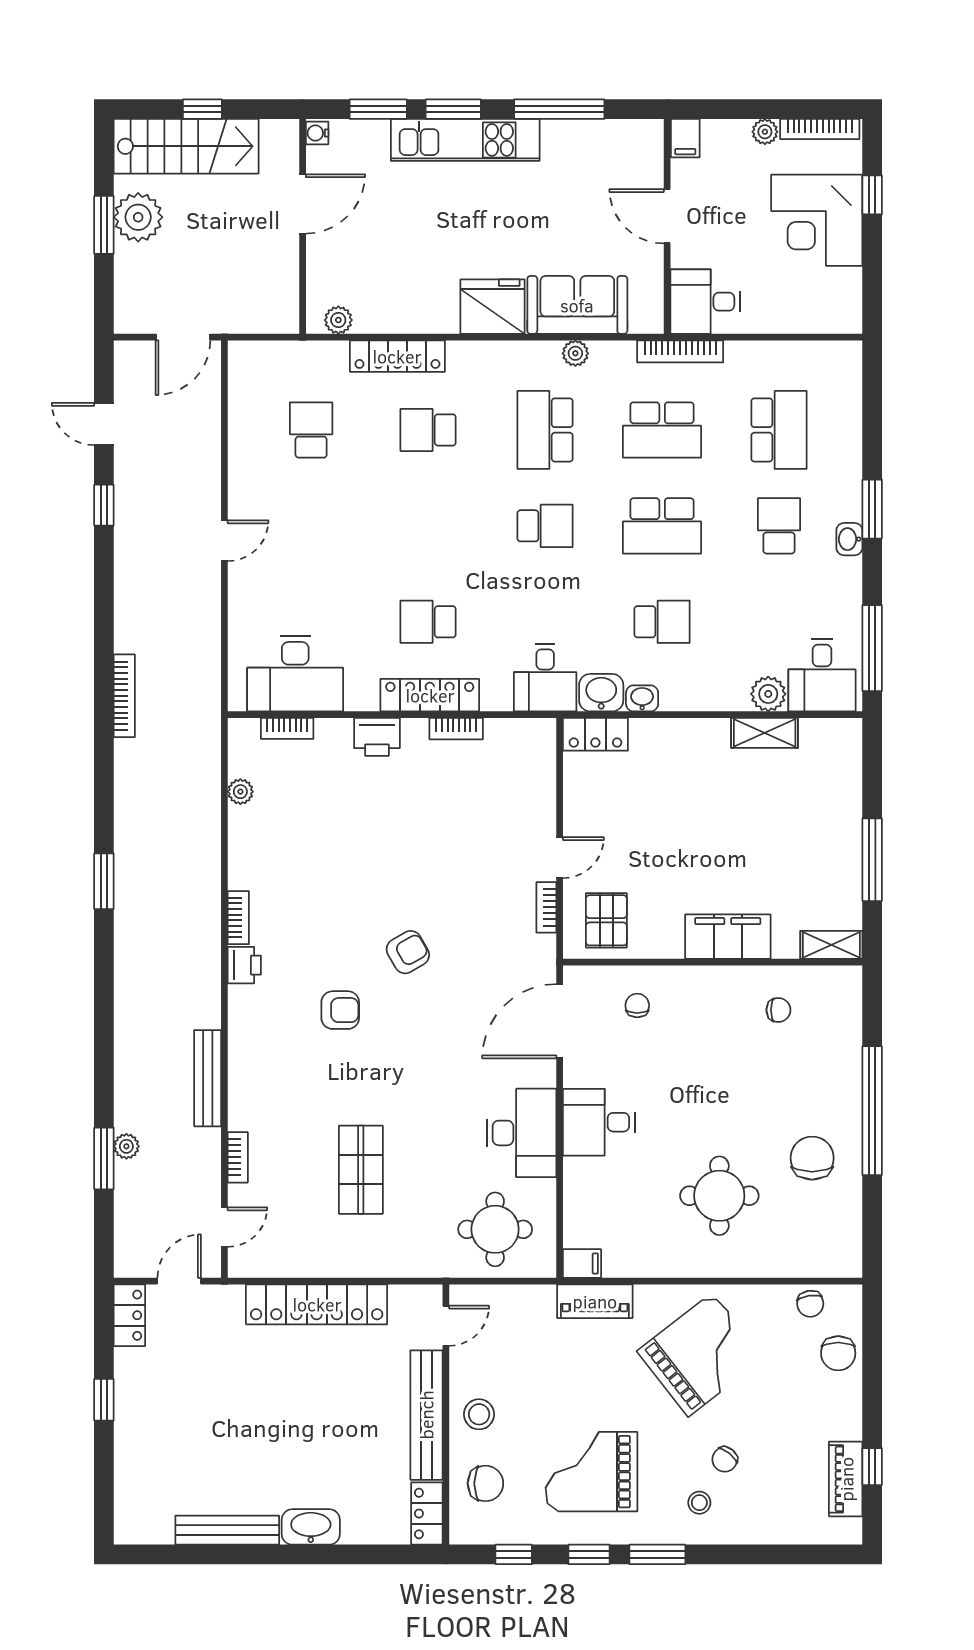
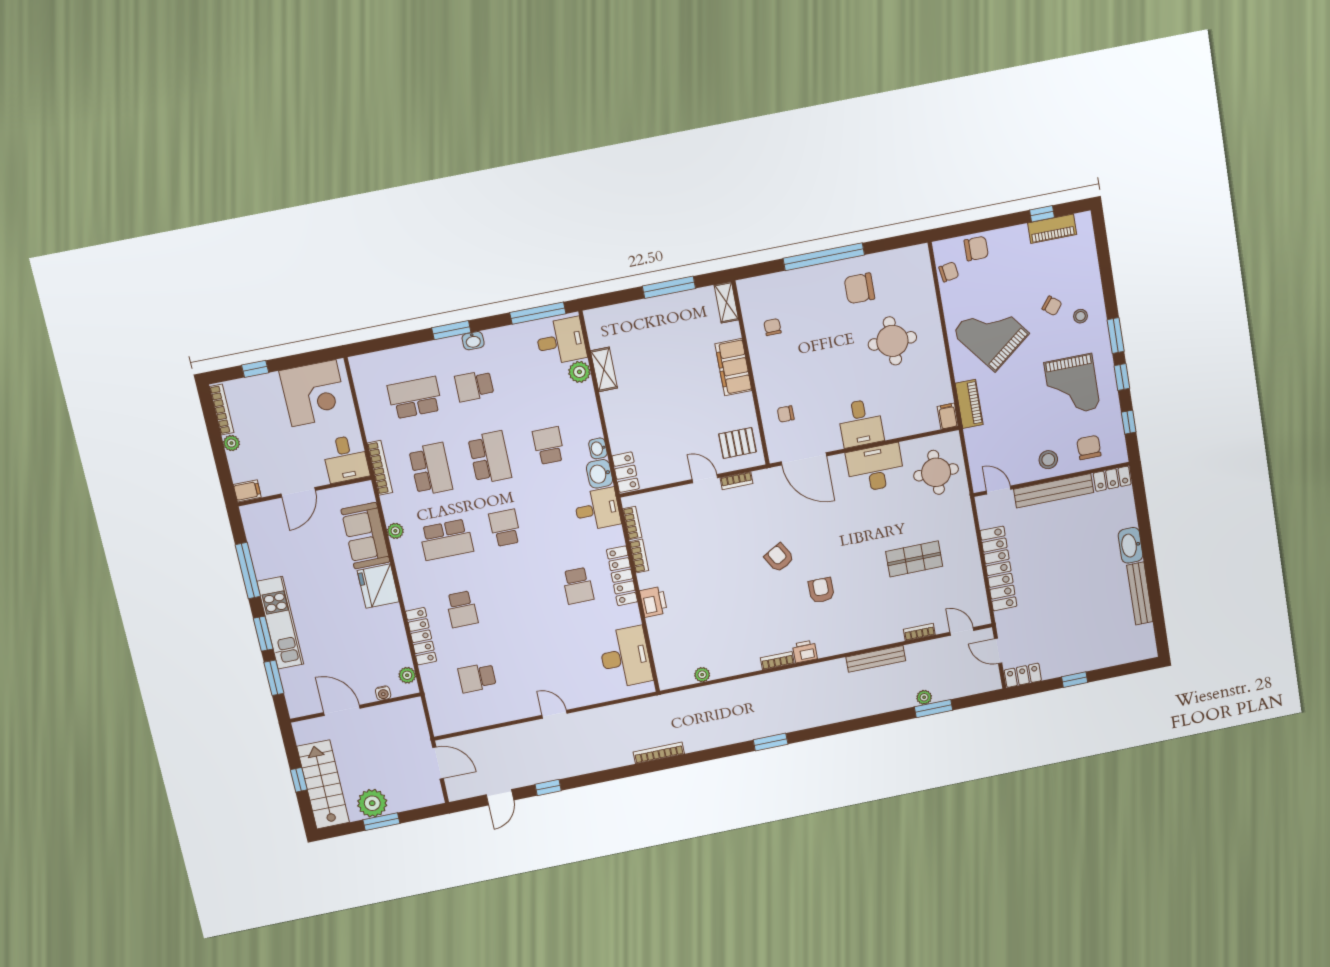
water cooler: (317, 133) -> (383, 693), moved
corner desk: (817, 220) -> (314, 393), moved
bookcase: (287, 728) -> (632, 523), moved

